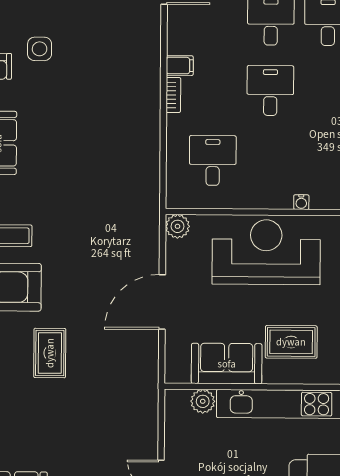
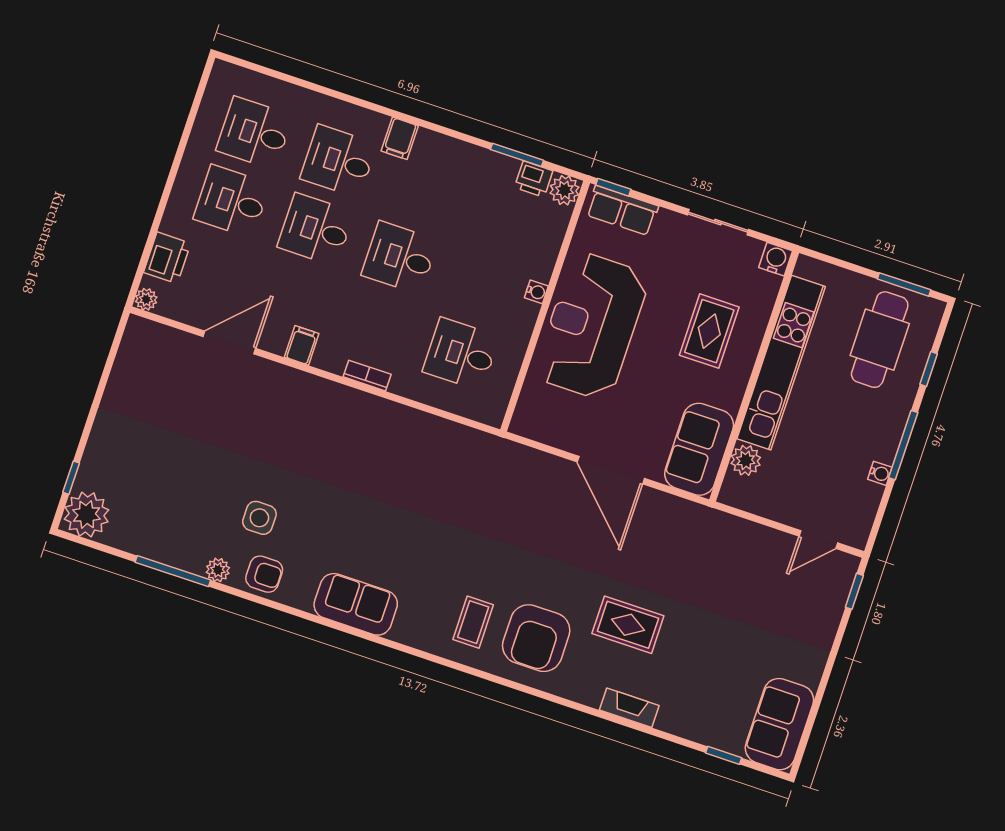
filing cabinet: (180, 66) -> (302, 345), moved
water cooler: (301, 202) -> (536, 292), moved
plant: (178, 226) -> (526, 422), removed
sofa: (227, 364) -> (699, 449), moved

